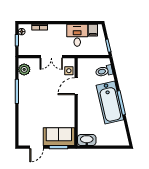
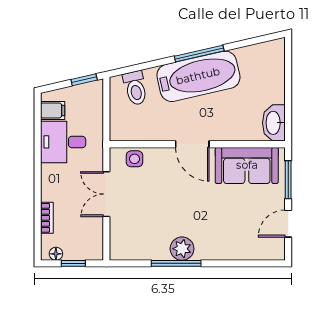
double door: (51, 57) -> (106, 194), swing flipped
plant: (24, 69) -> (182, 249), moved
door: (76, 86) -> (192, 144), moved
sofa: (59, 137) -> (247, 165), moved, turned -90
door: (37, 147) -> (288, 224), swing flipped

